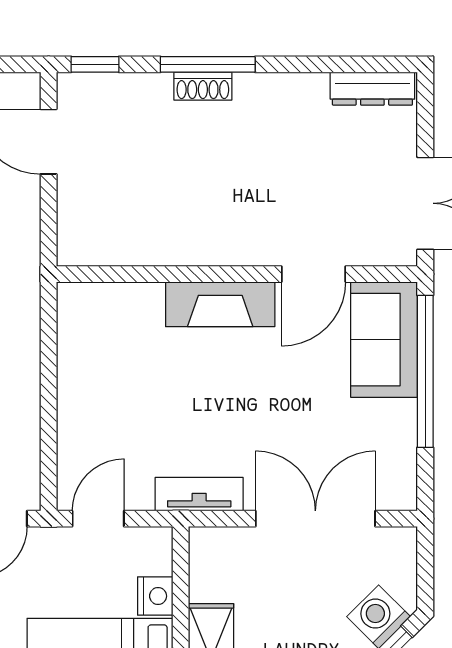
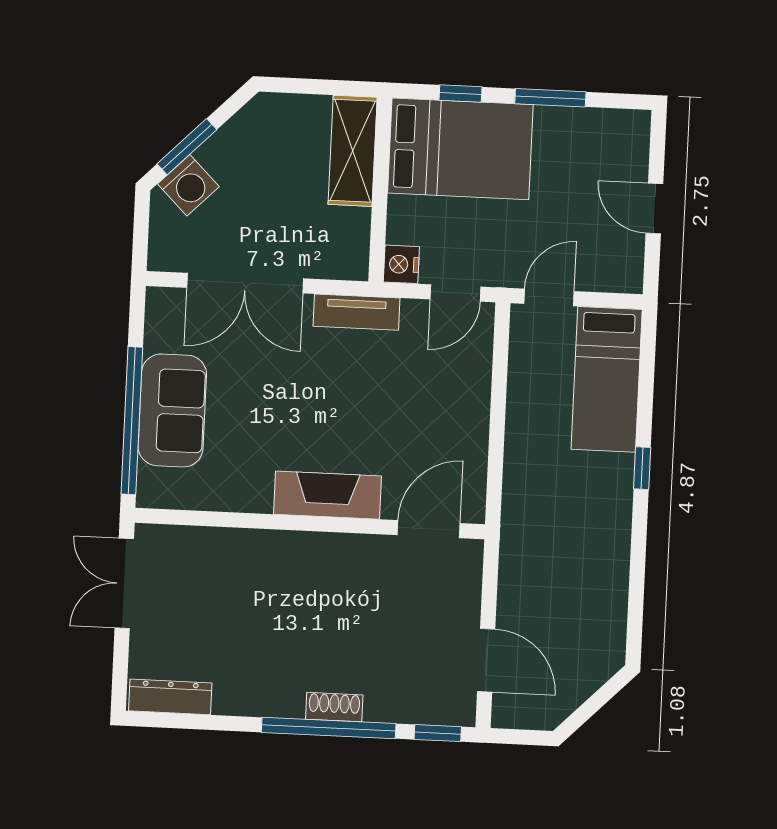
window: (208, 64) -> (329, 728), width x1.46
door: (314, 274) -> (429, 529), moved
sofa: (384, 340) -> (172, 410), moved
nightstand: (155, 596) -> (401, 264), moved

